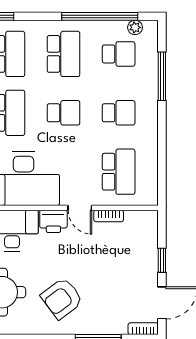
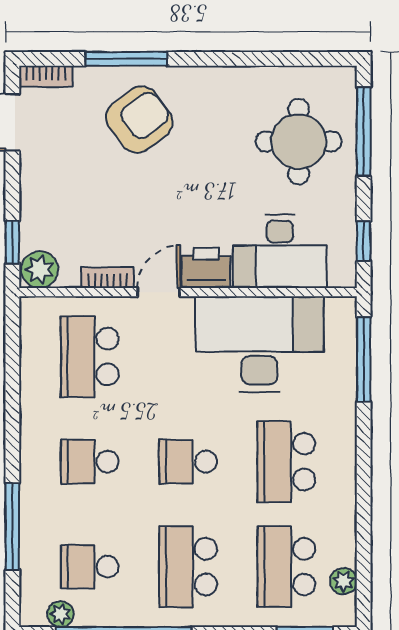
door: (80, 208) -> (159, 292), hinge flipped
plant: (147, 220) -> (40, 270), added
window: (162, 260) -> (12, 242), moved
armchair: (62, 298) -> (139, 120), moved

